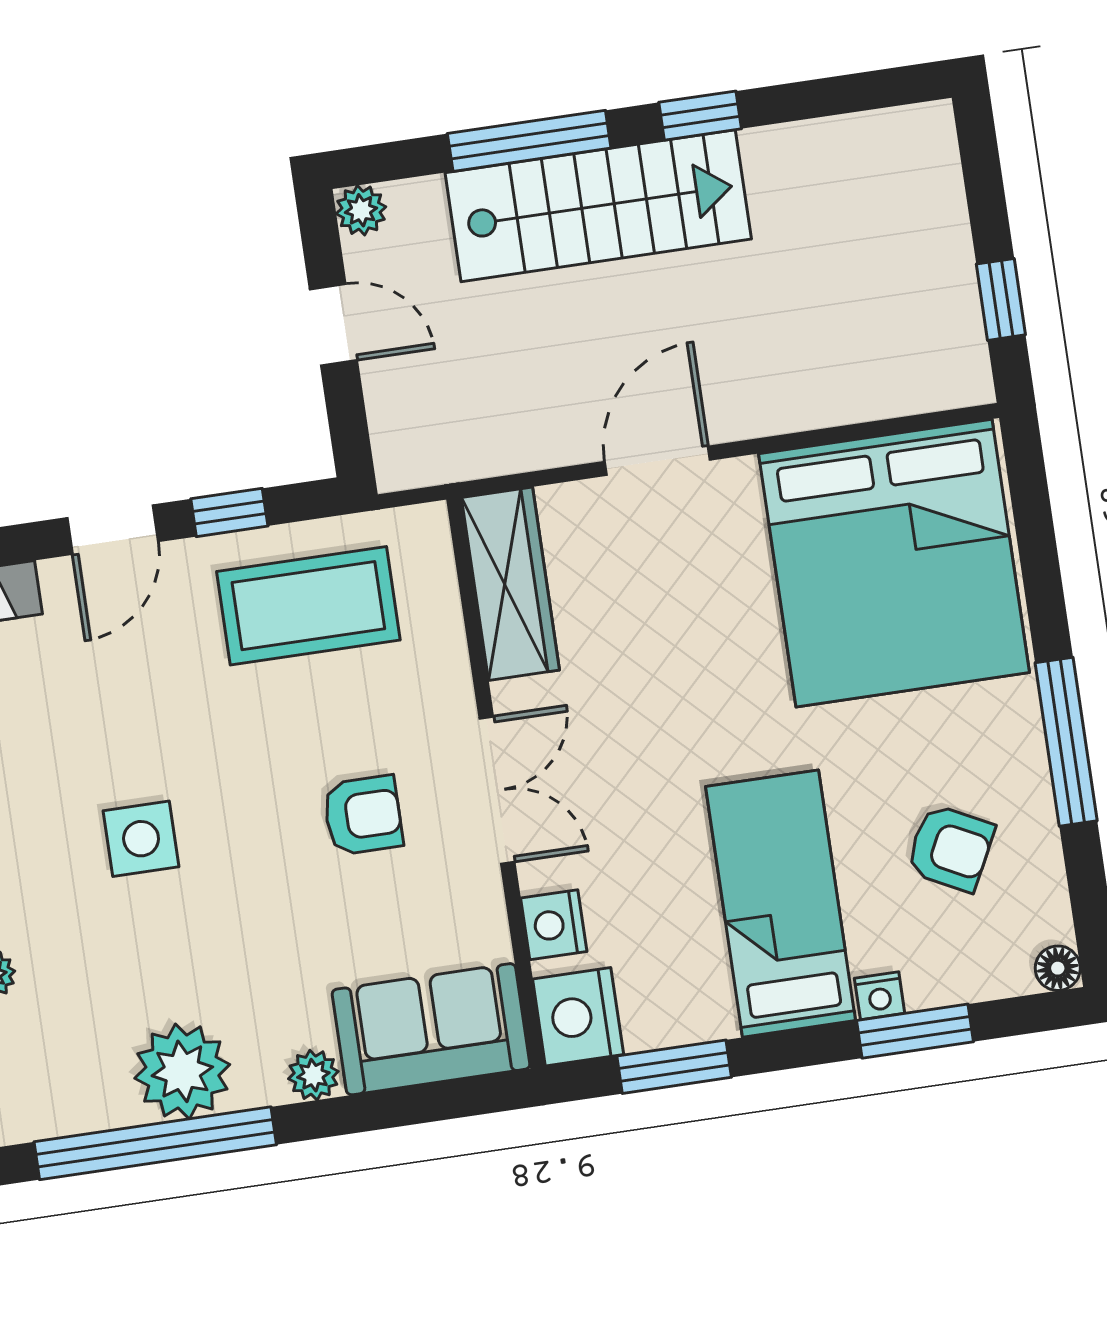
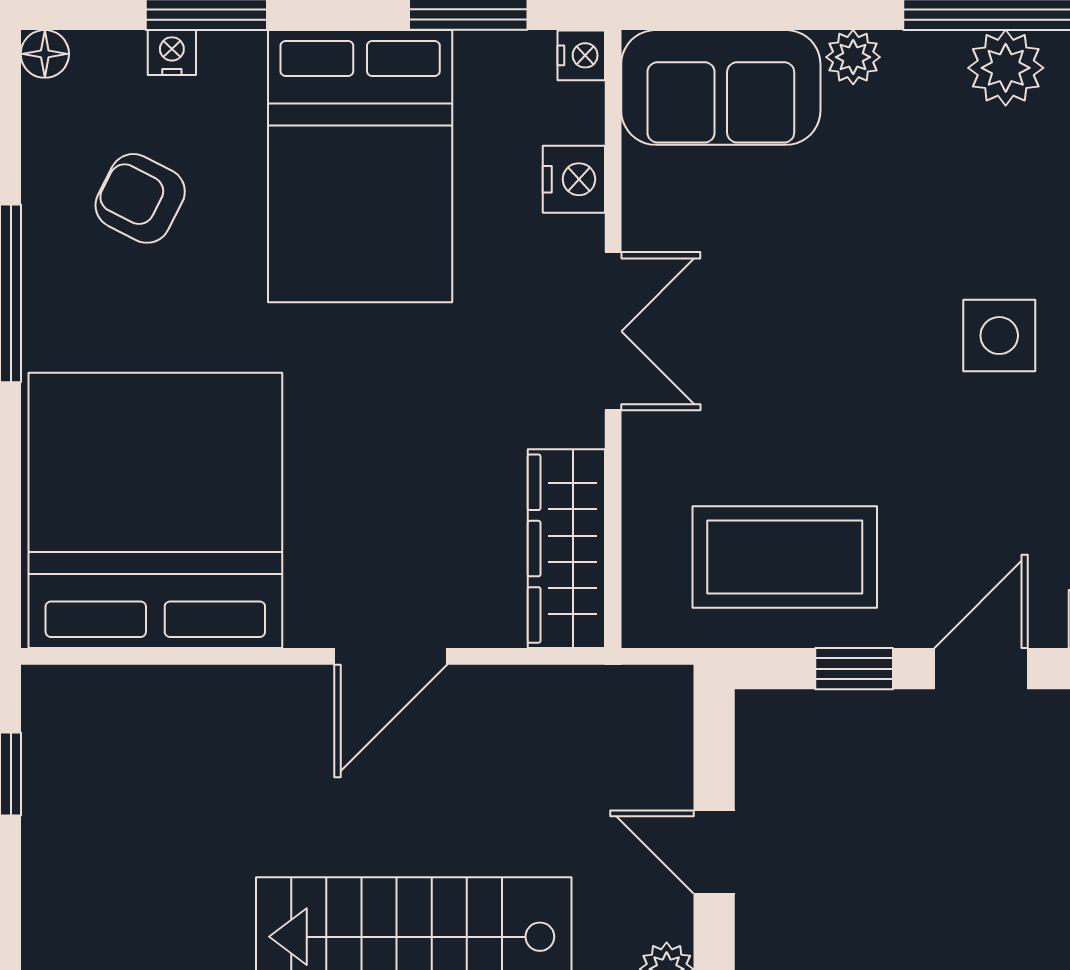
double door: (497, 790) -> (613, 331), swing flipped
armchair: (363, 815) -> (760, 326), removed
bed: (781, 904) -> (360, 166), width x1.50
nightstand: (880, 996) -> (172, 53), moved
nightstand: (578, 1017) -> (581, 55), width x0.53, depth x0.56
plant: (182, 1071) -> (1006, 68), width x0.73, depth x0.73

